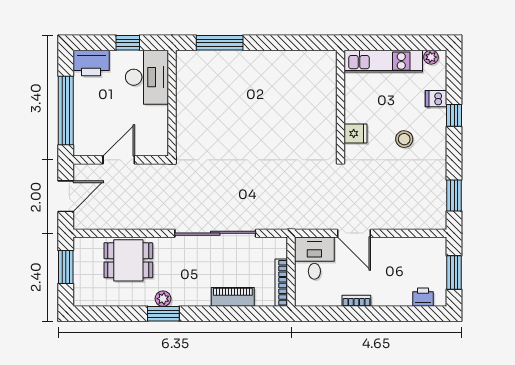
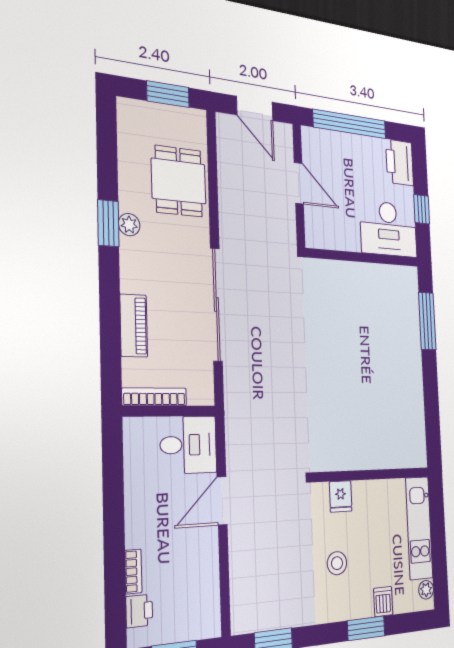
window: (454, 115) -> (366, 628), width x1.50
bookcase: (356, 301) -> (133, 571), moved

